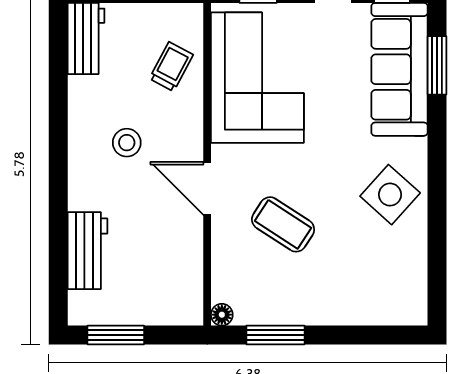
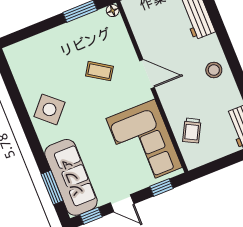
stool: (127, 143) -> (214, 70), moved
coffee table: (283, 224) -> (99, 71), width x0.73, depth x0.77

